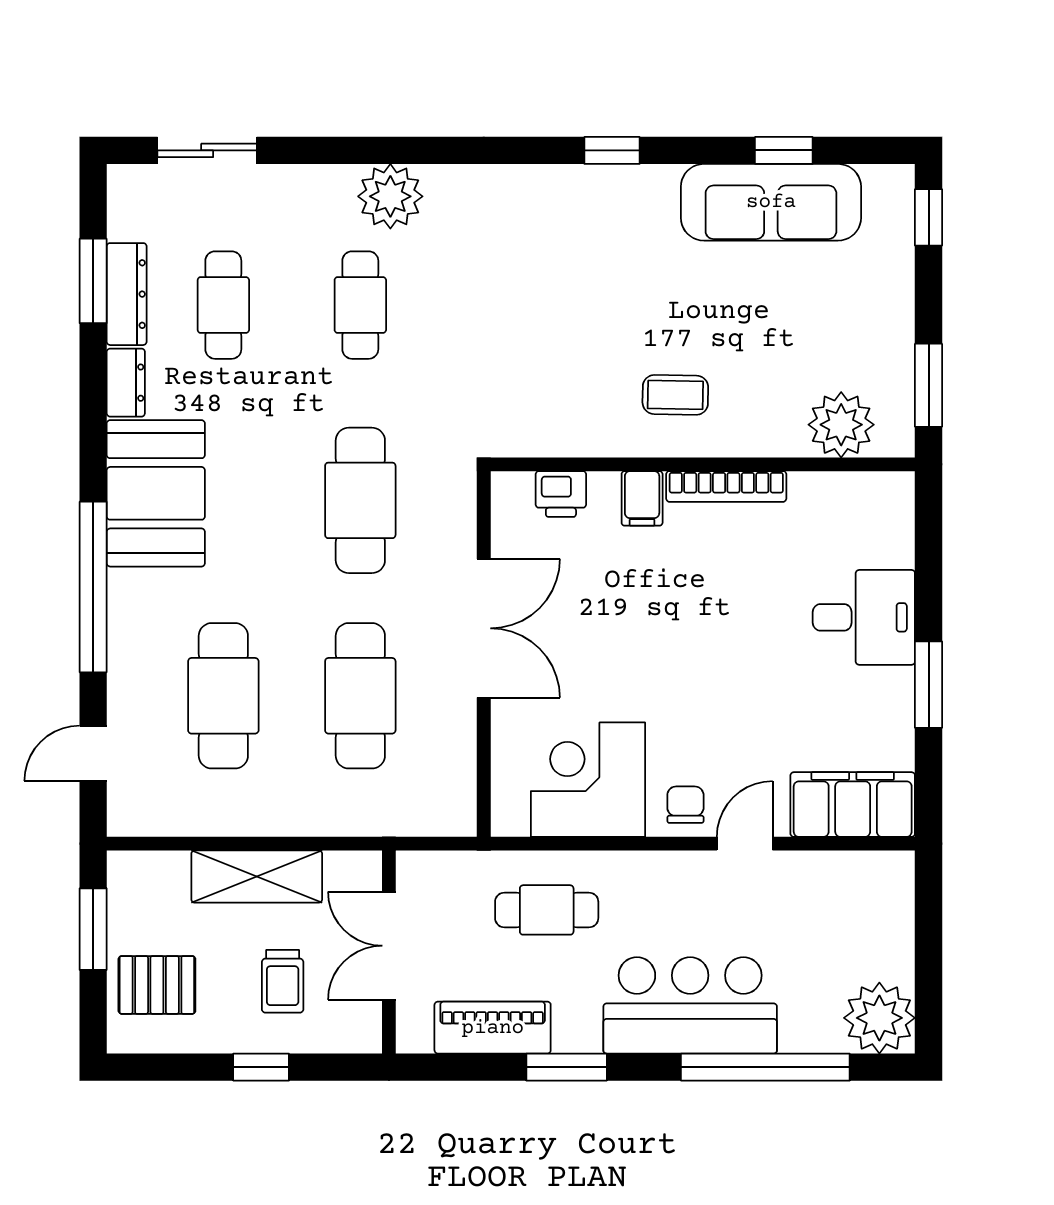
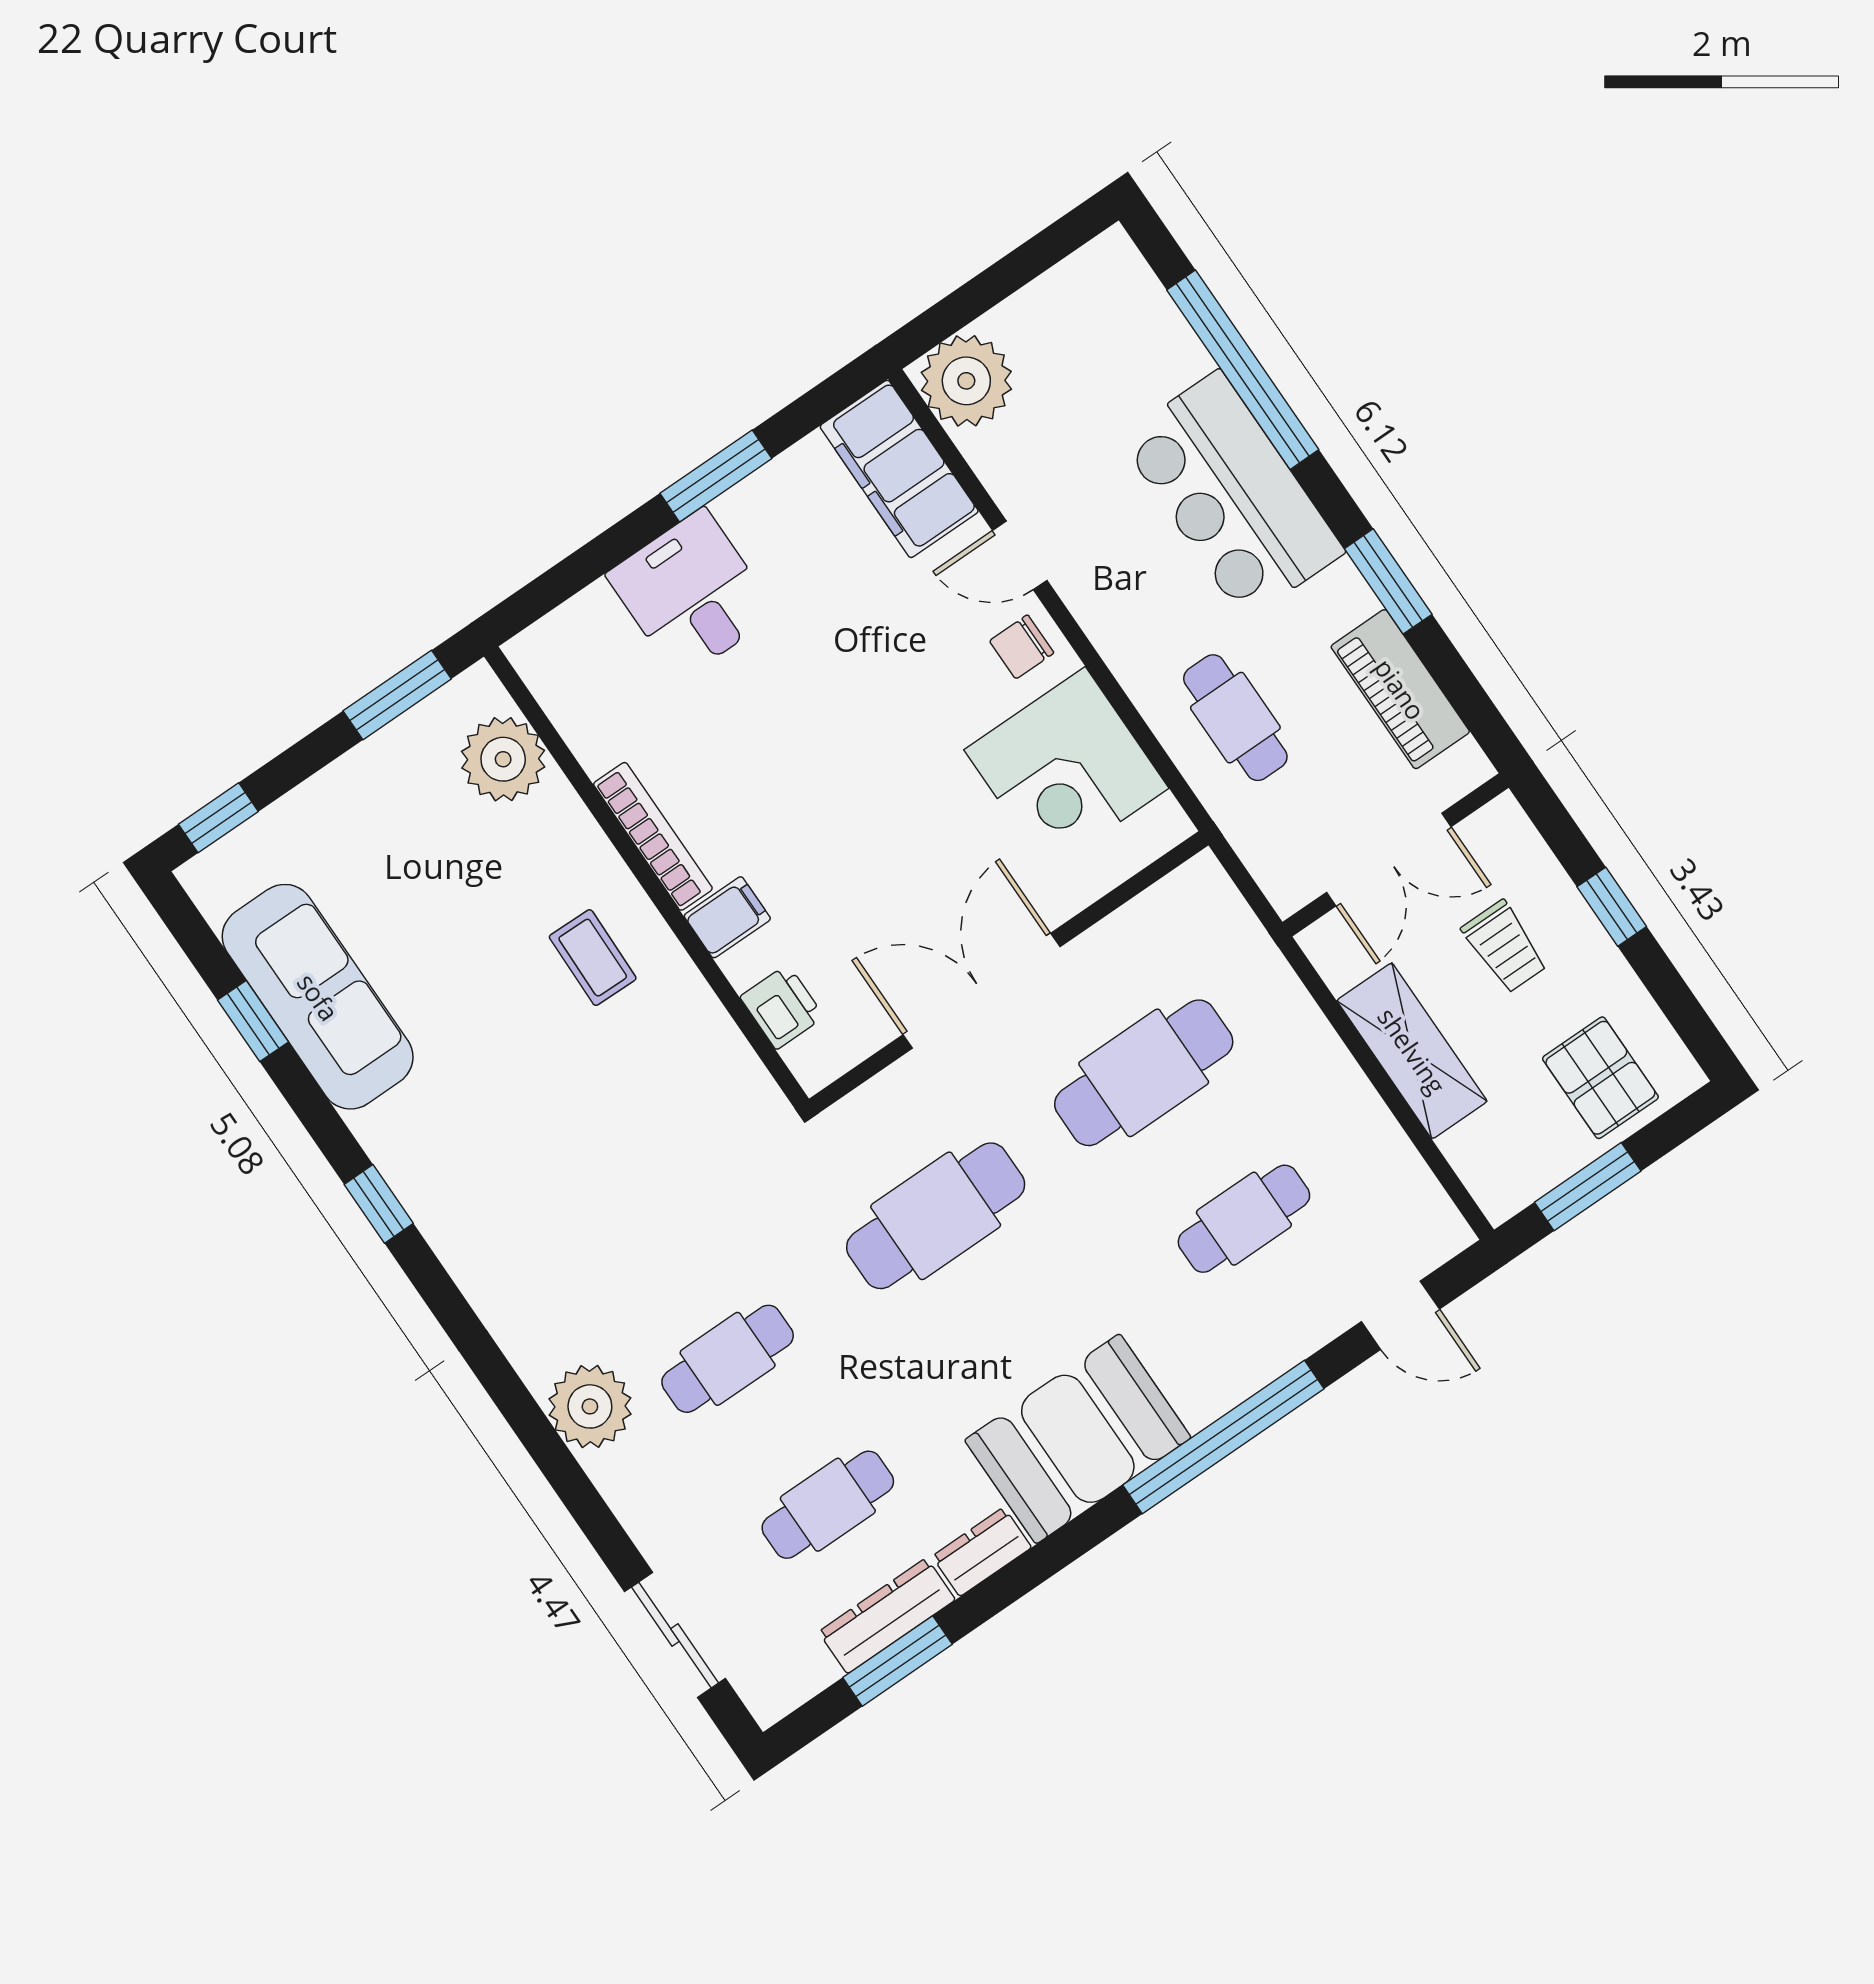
cafe table: (223, 696) -> (1244, 1219), width x0.73, depth x0.74
trolley: (283, 981) -> (1505, 947), turned 90
plant: (879, 1018) -> (966, 381), moved

